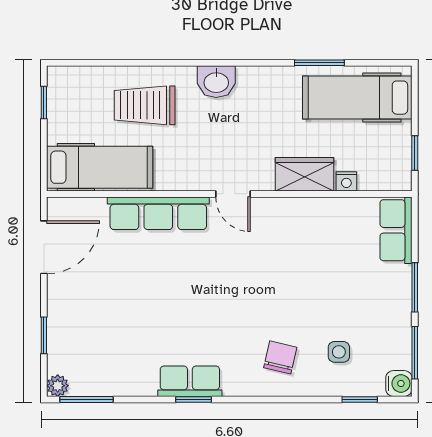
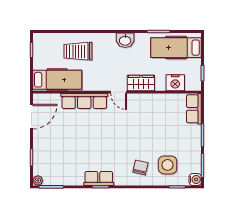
washbasin: (216, 82) -> (125, 40), moved
wardrobe: (305, 174) -> (141, 83), moved
nightstand: (346, 181) -> (175, 83), width x1.89, depth x1.79
side table: (339, 352) -> (168, 165), width x1.87, depth x1.87

